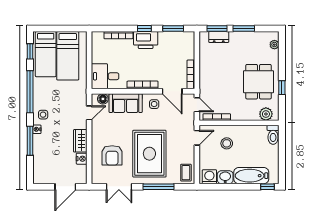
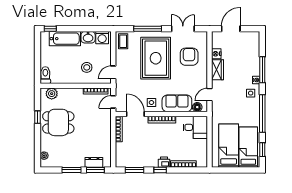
printer: (146, 40) -> (164, 162), width x0.53, depth x0.68
dining table: (259, 82) -> (58, 122), turned 90
door: (197, 105) -> (113, 102), hinge flipped

